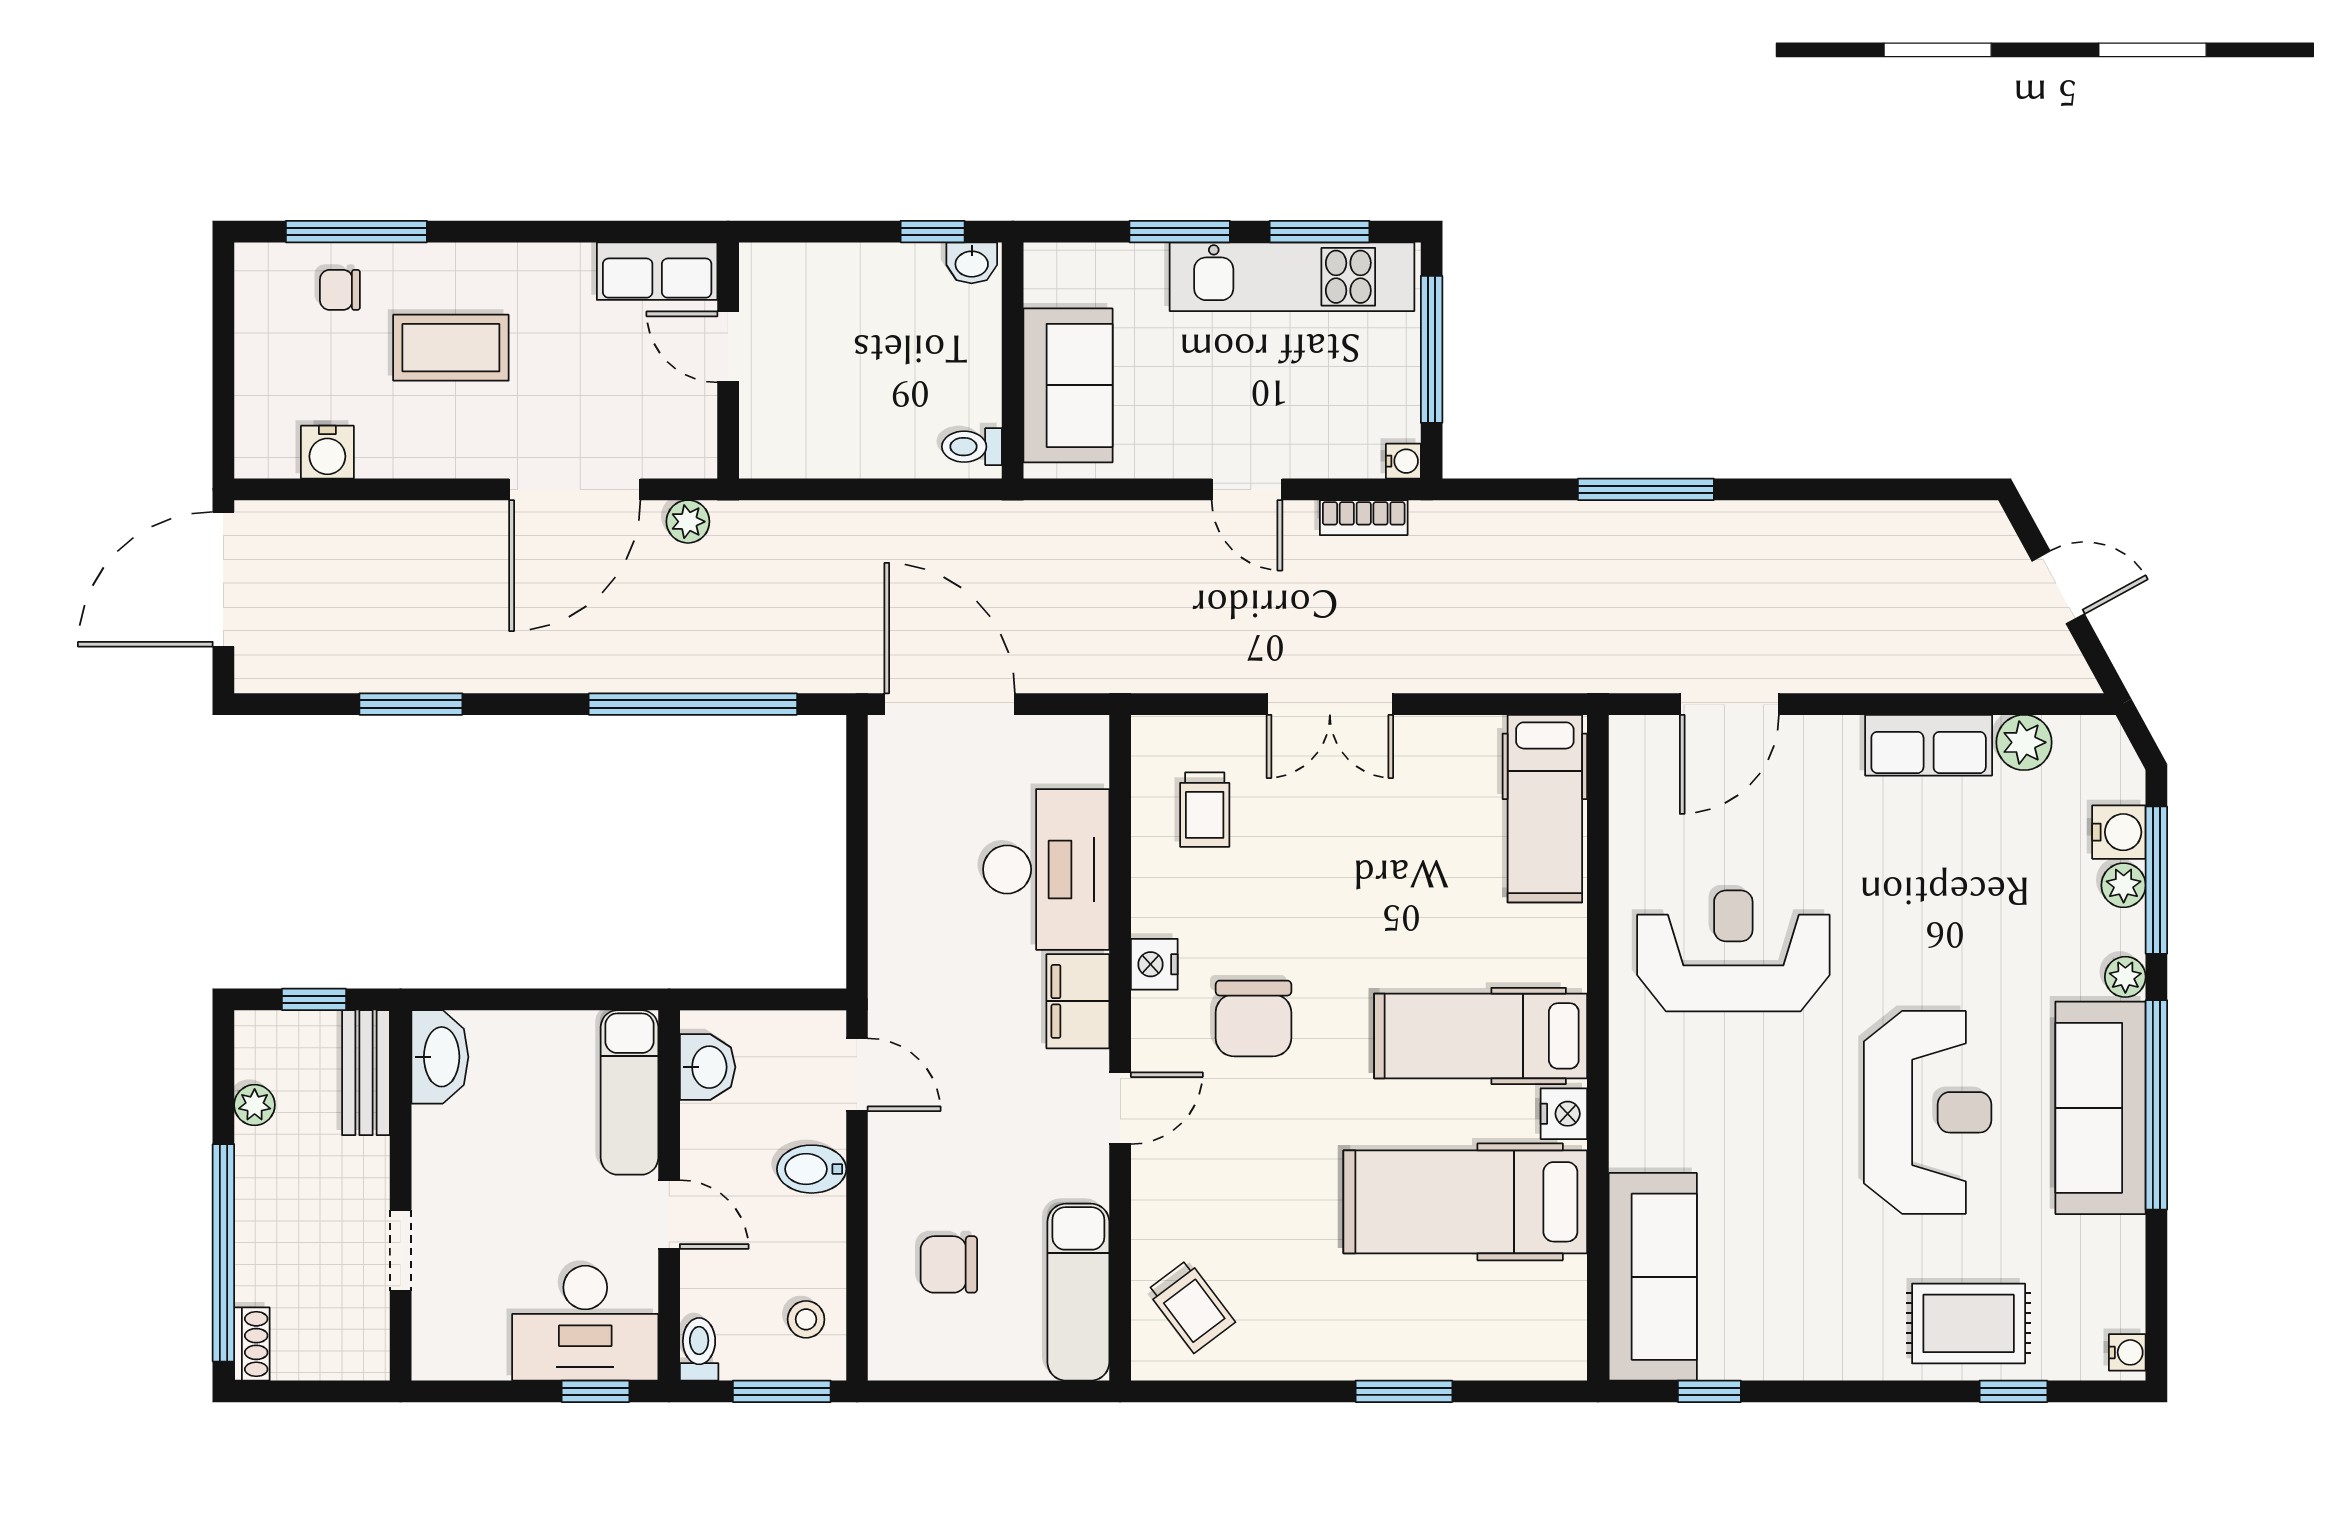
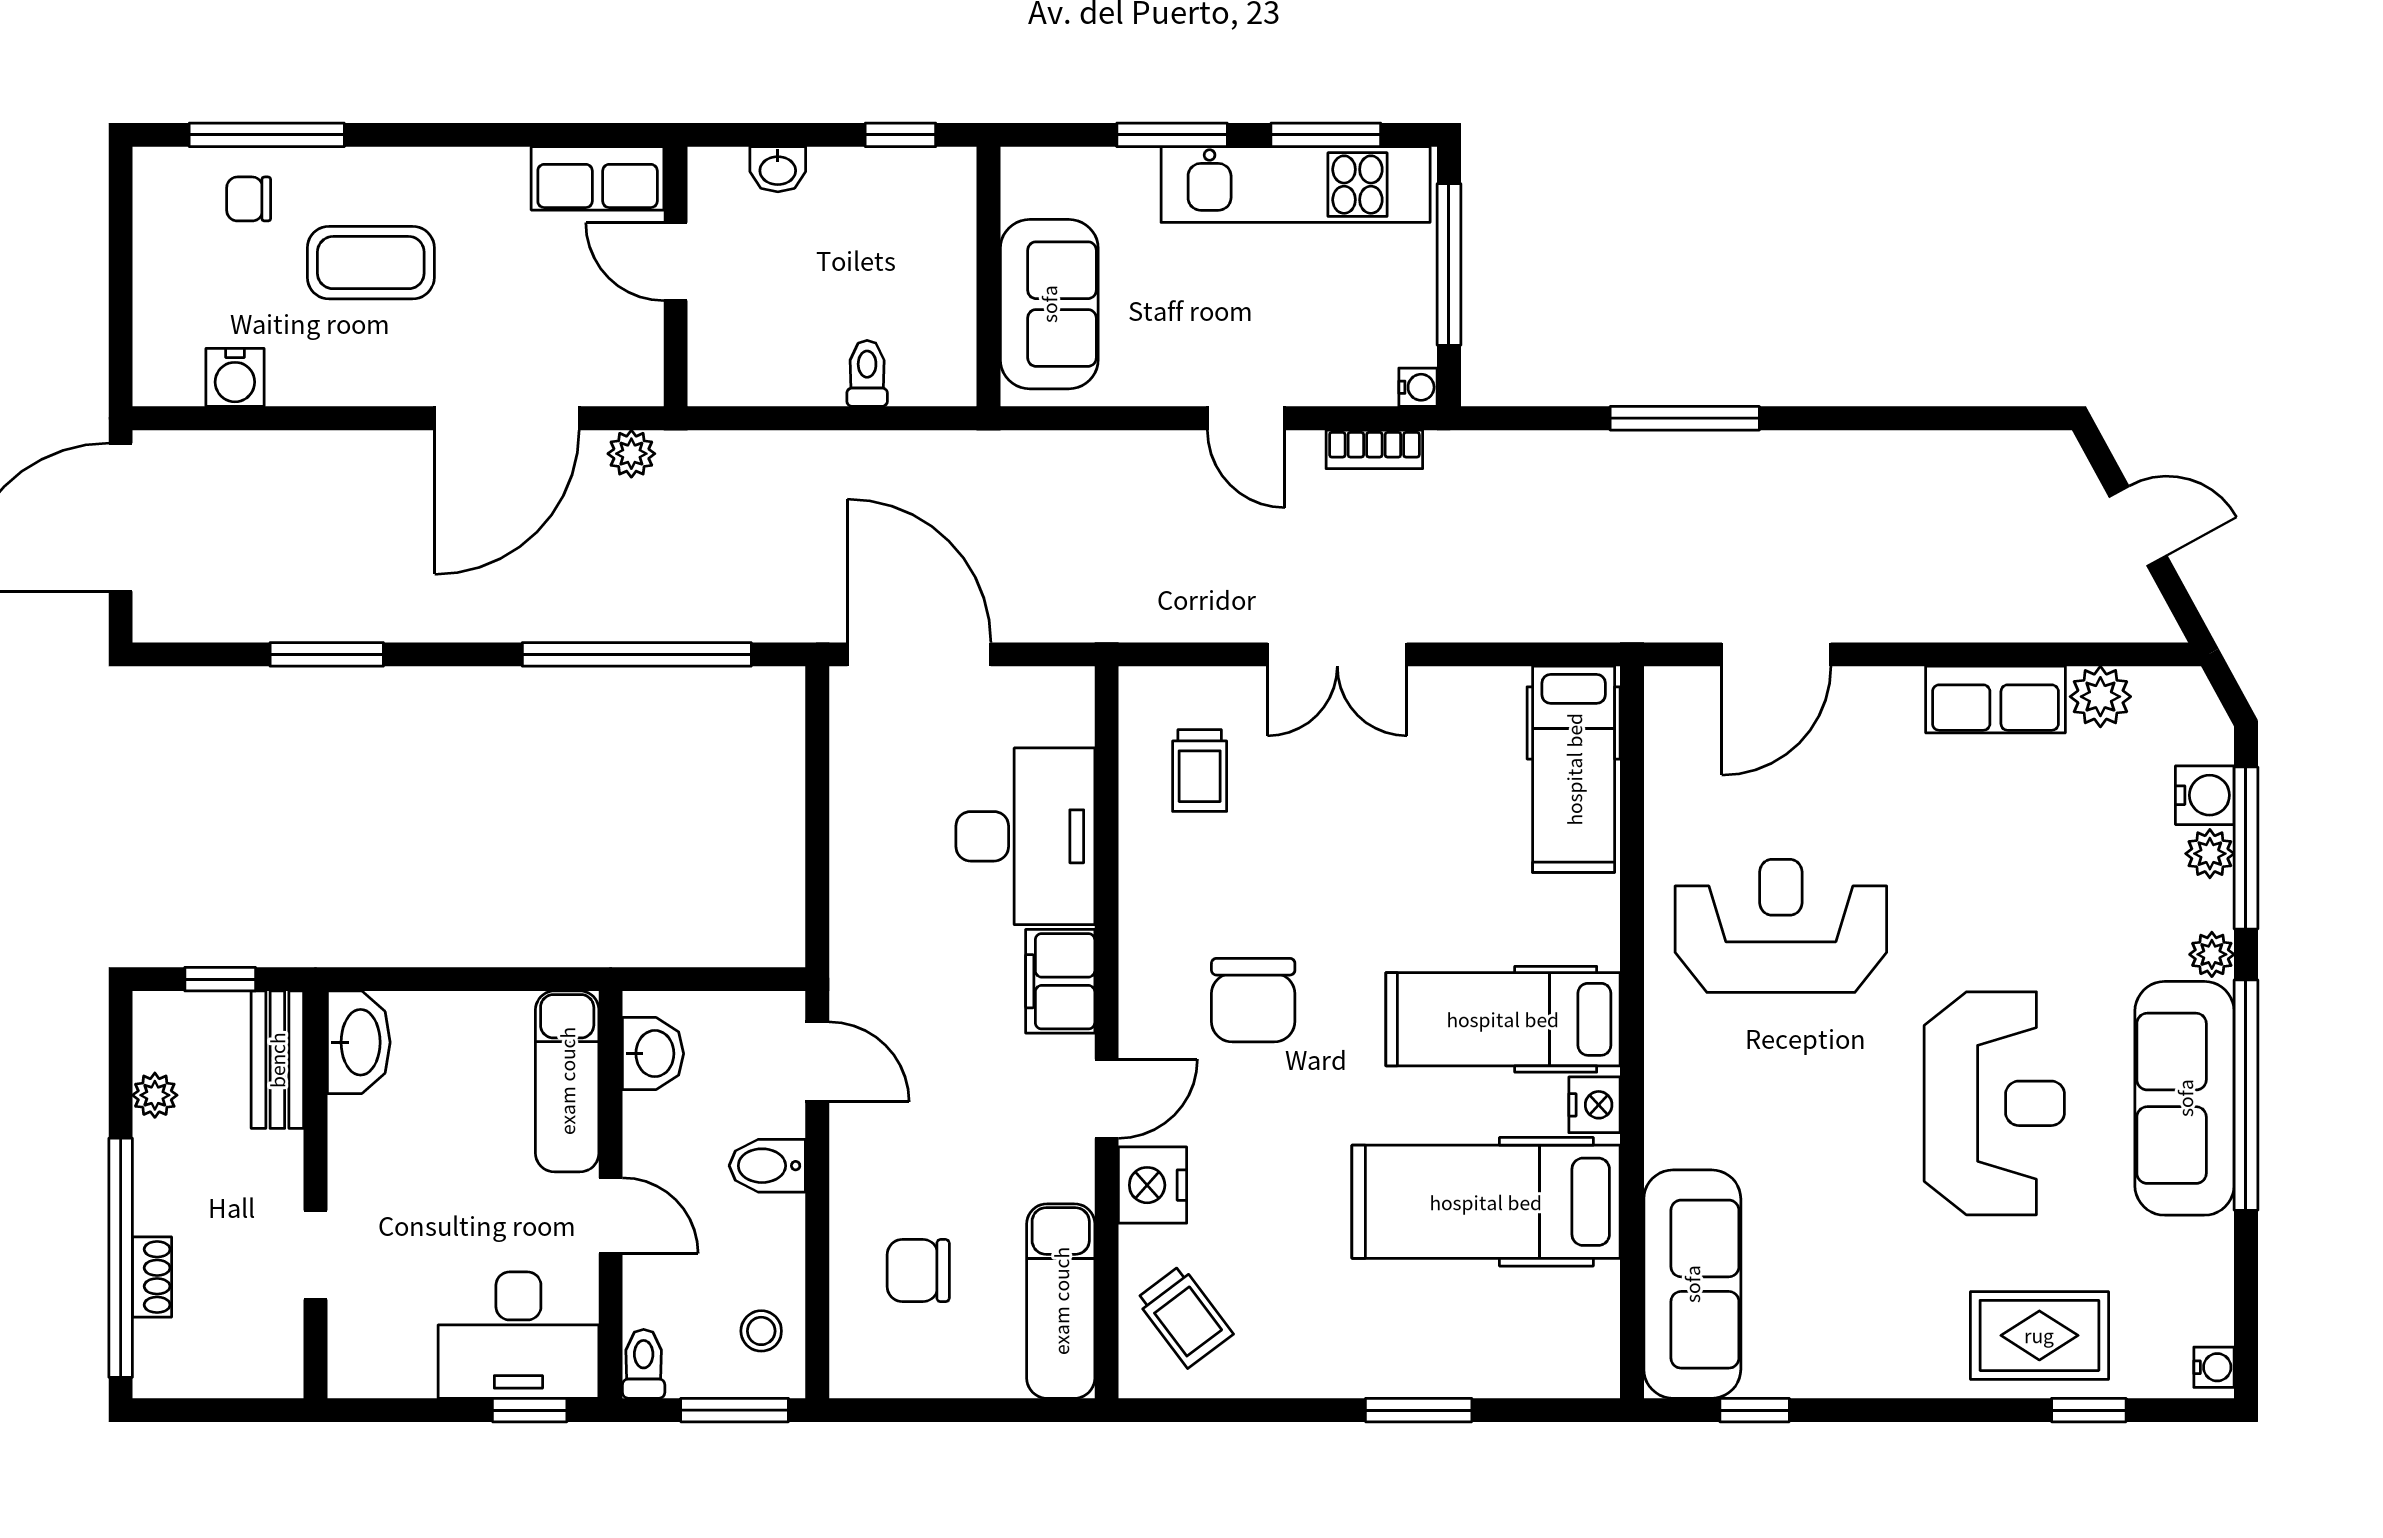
washbasin: (972, 263) -> (778, 169), moved
toilet: (972, 447) -> (867, 373), moved, turned 90
nightstand: (1154, 964) -> (1153, 1185), moved, width x1.36, depth x1.33
shoe rack: (252, 1344) -> (152, 1277), moved

